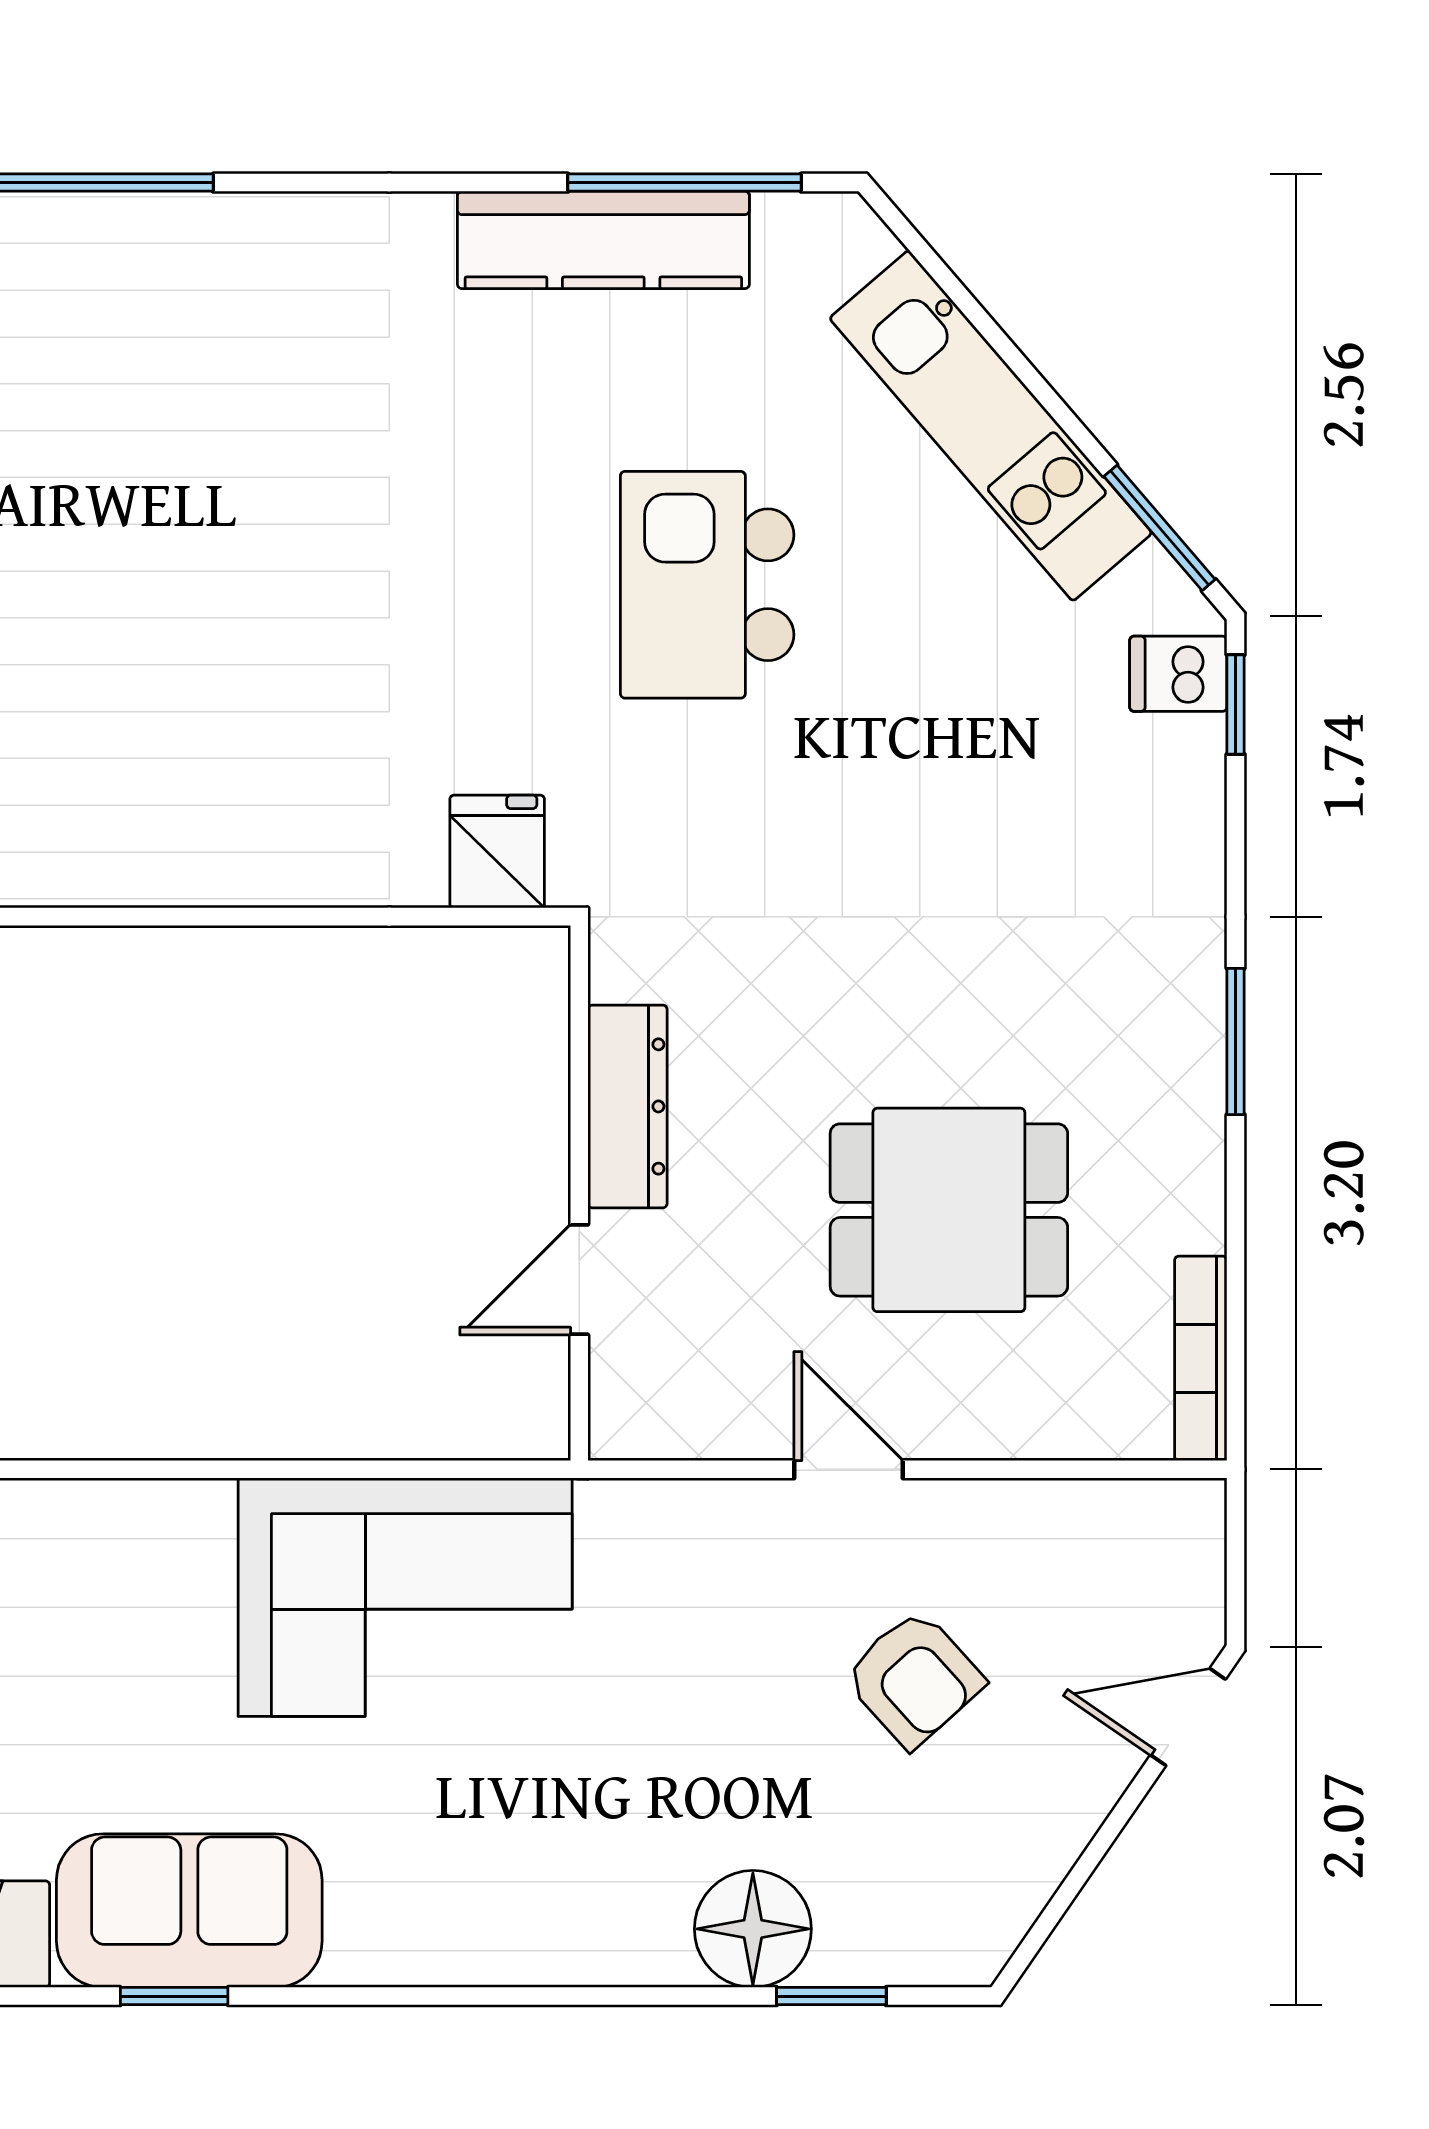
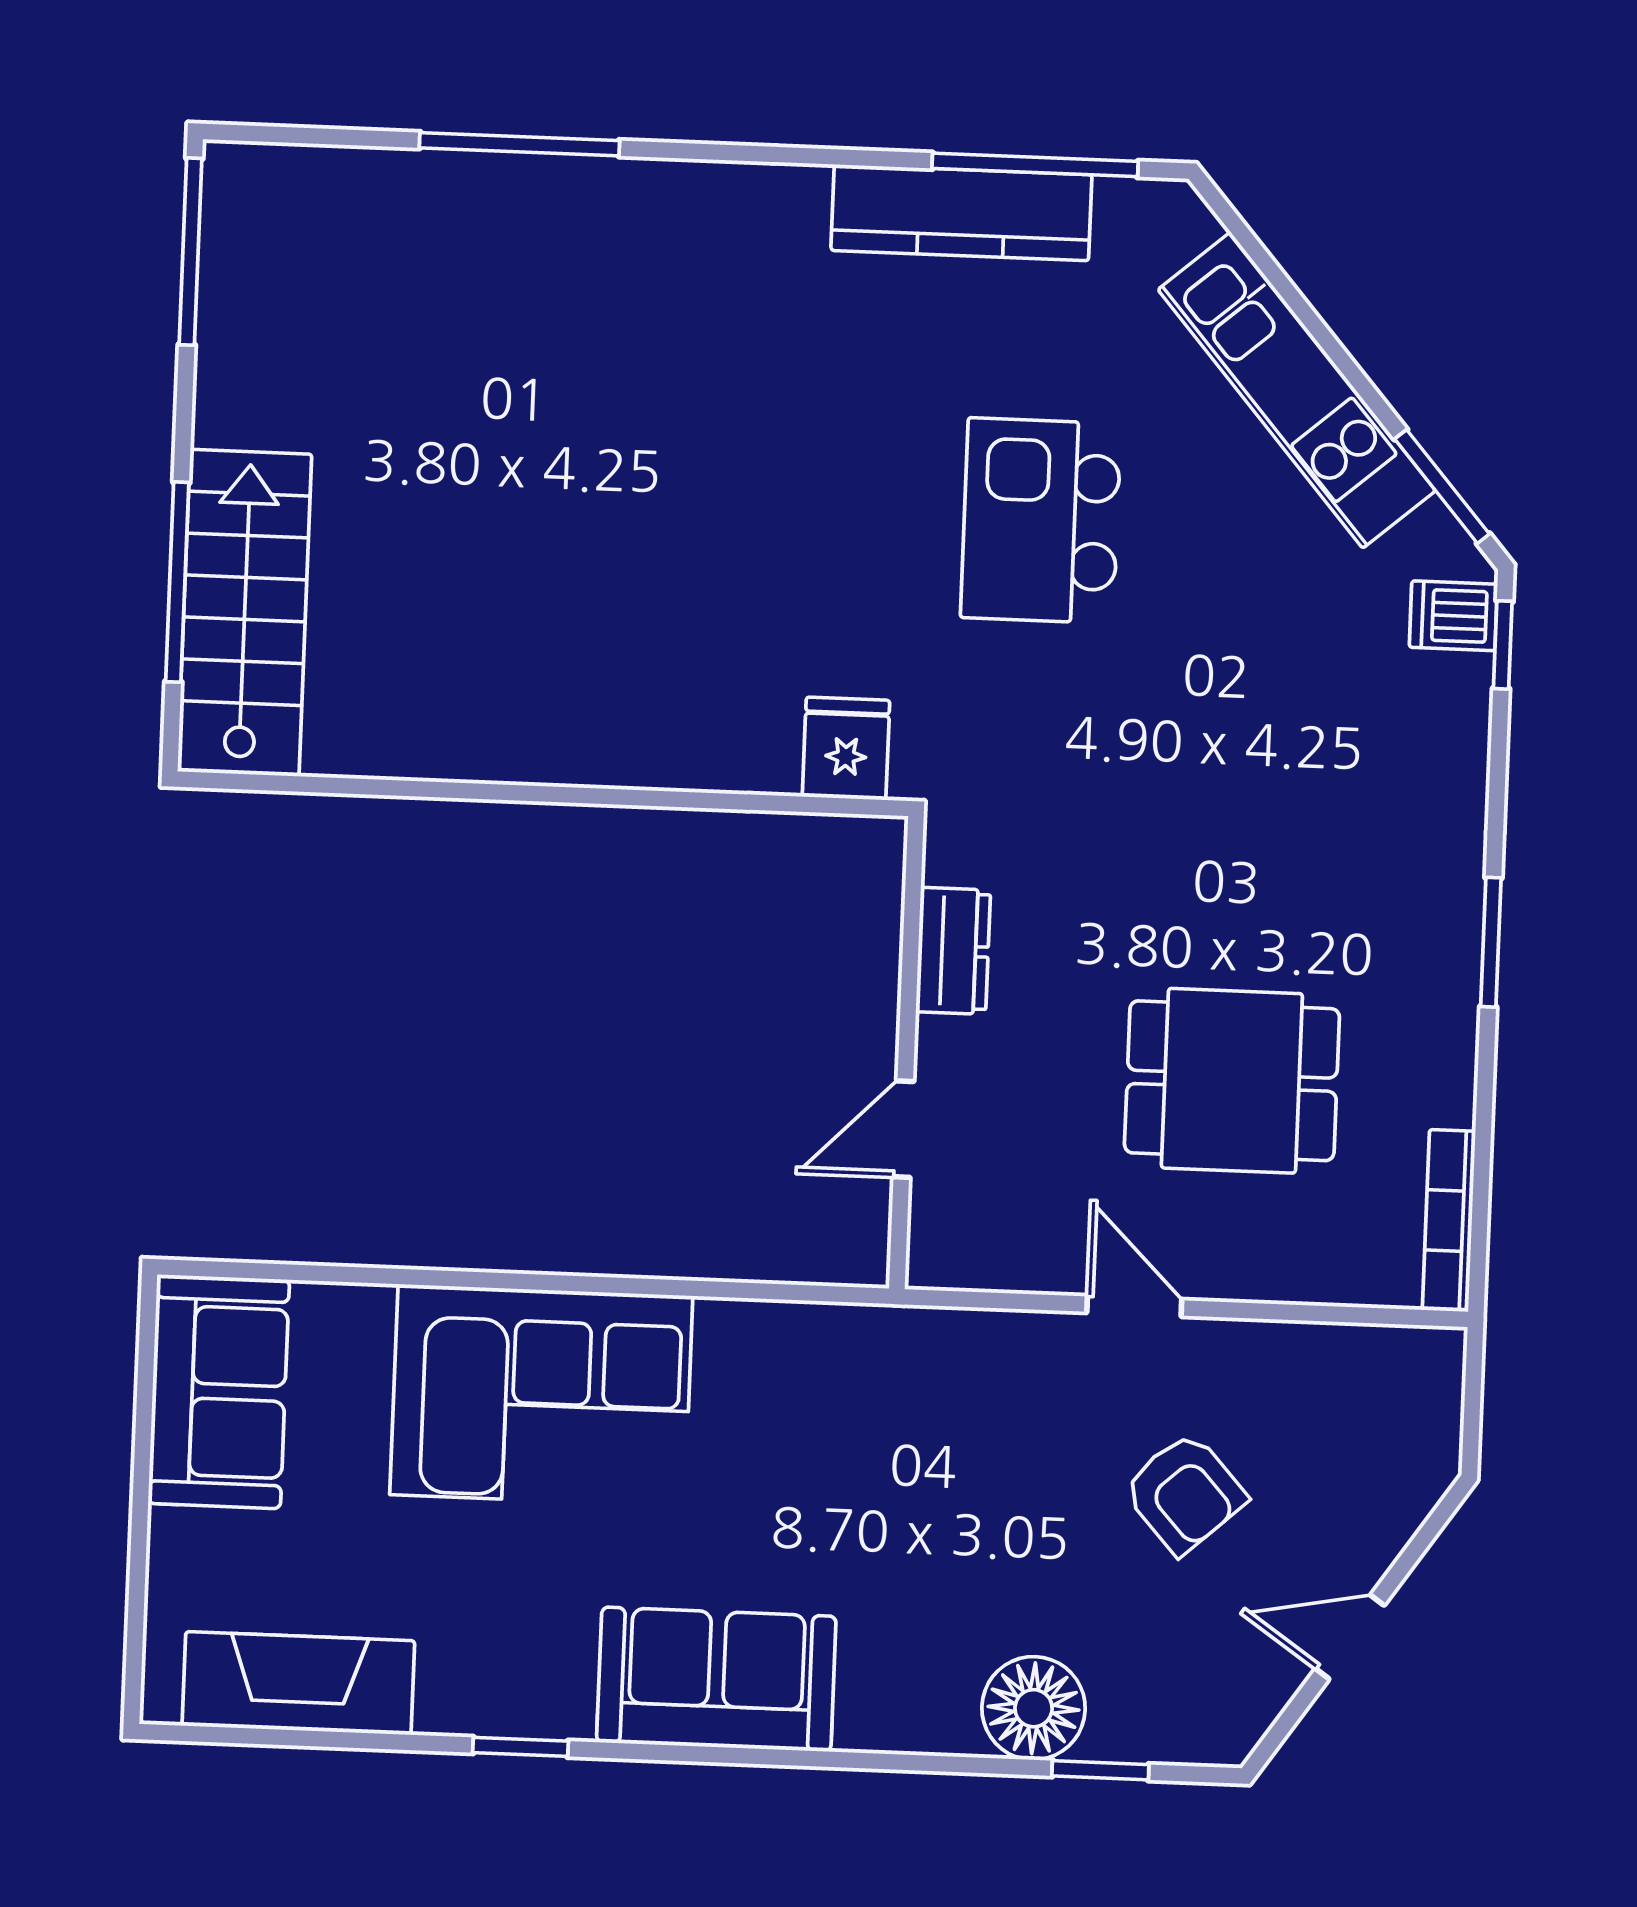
dresser: (628, 1106) -> (953, 951), width x0.70
corner sofa: (405, 1597) -> (541, 1395), moved
door: (1188, 1717) -> (1350, 1637), moved
sofa: (189, 1911) -> (716, 1679), moved

